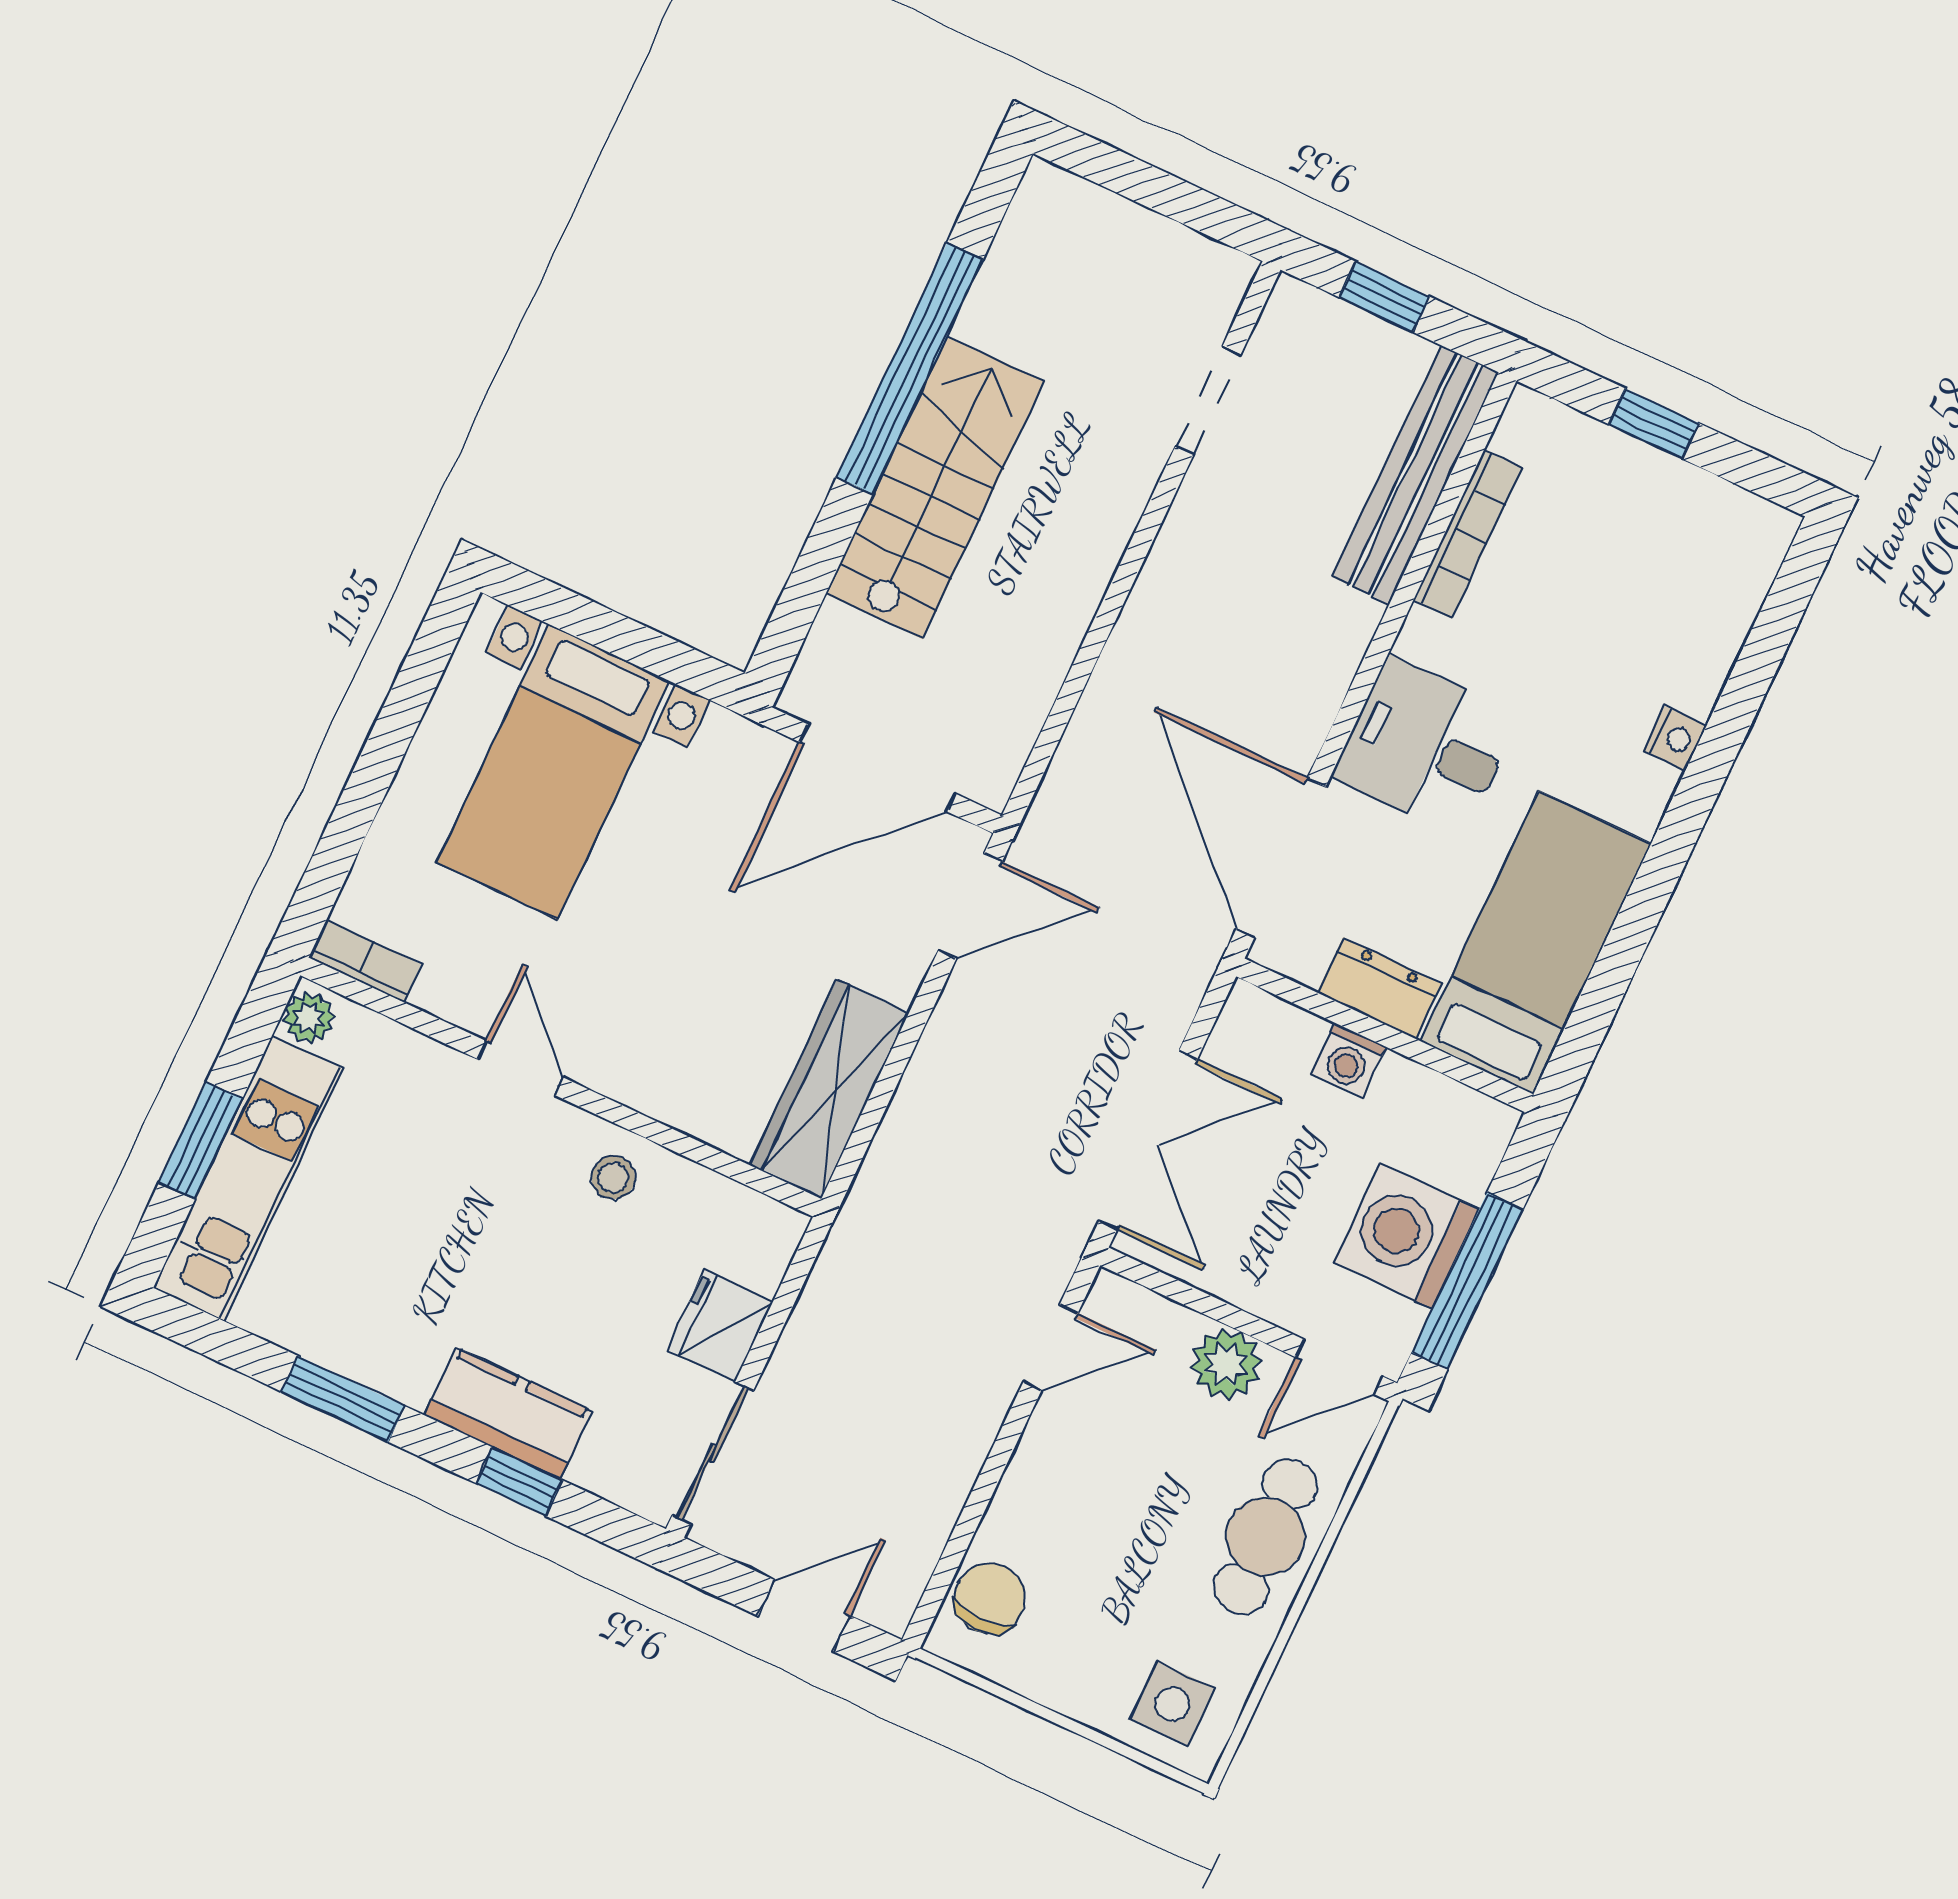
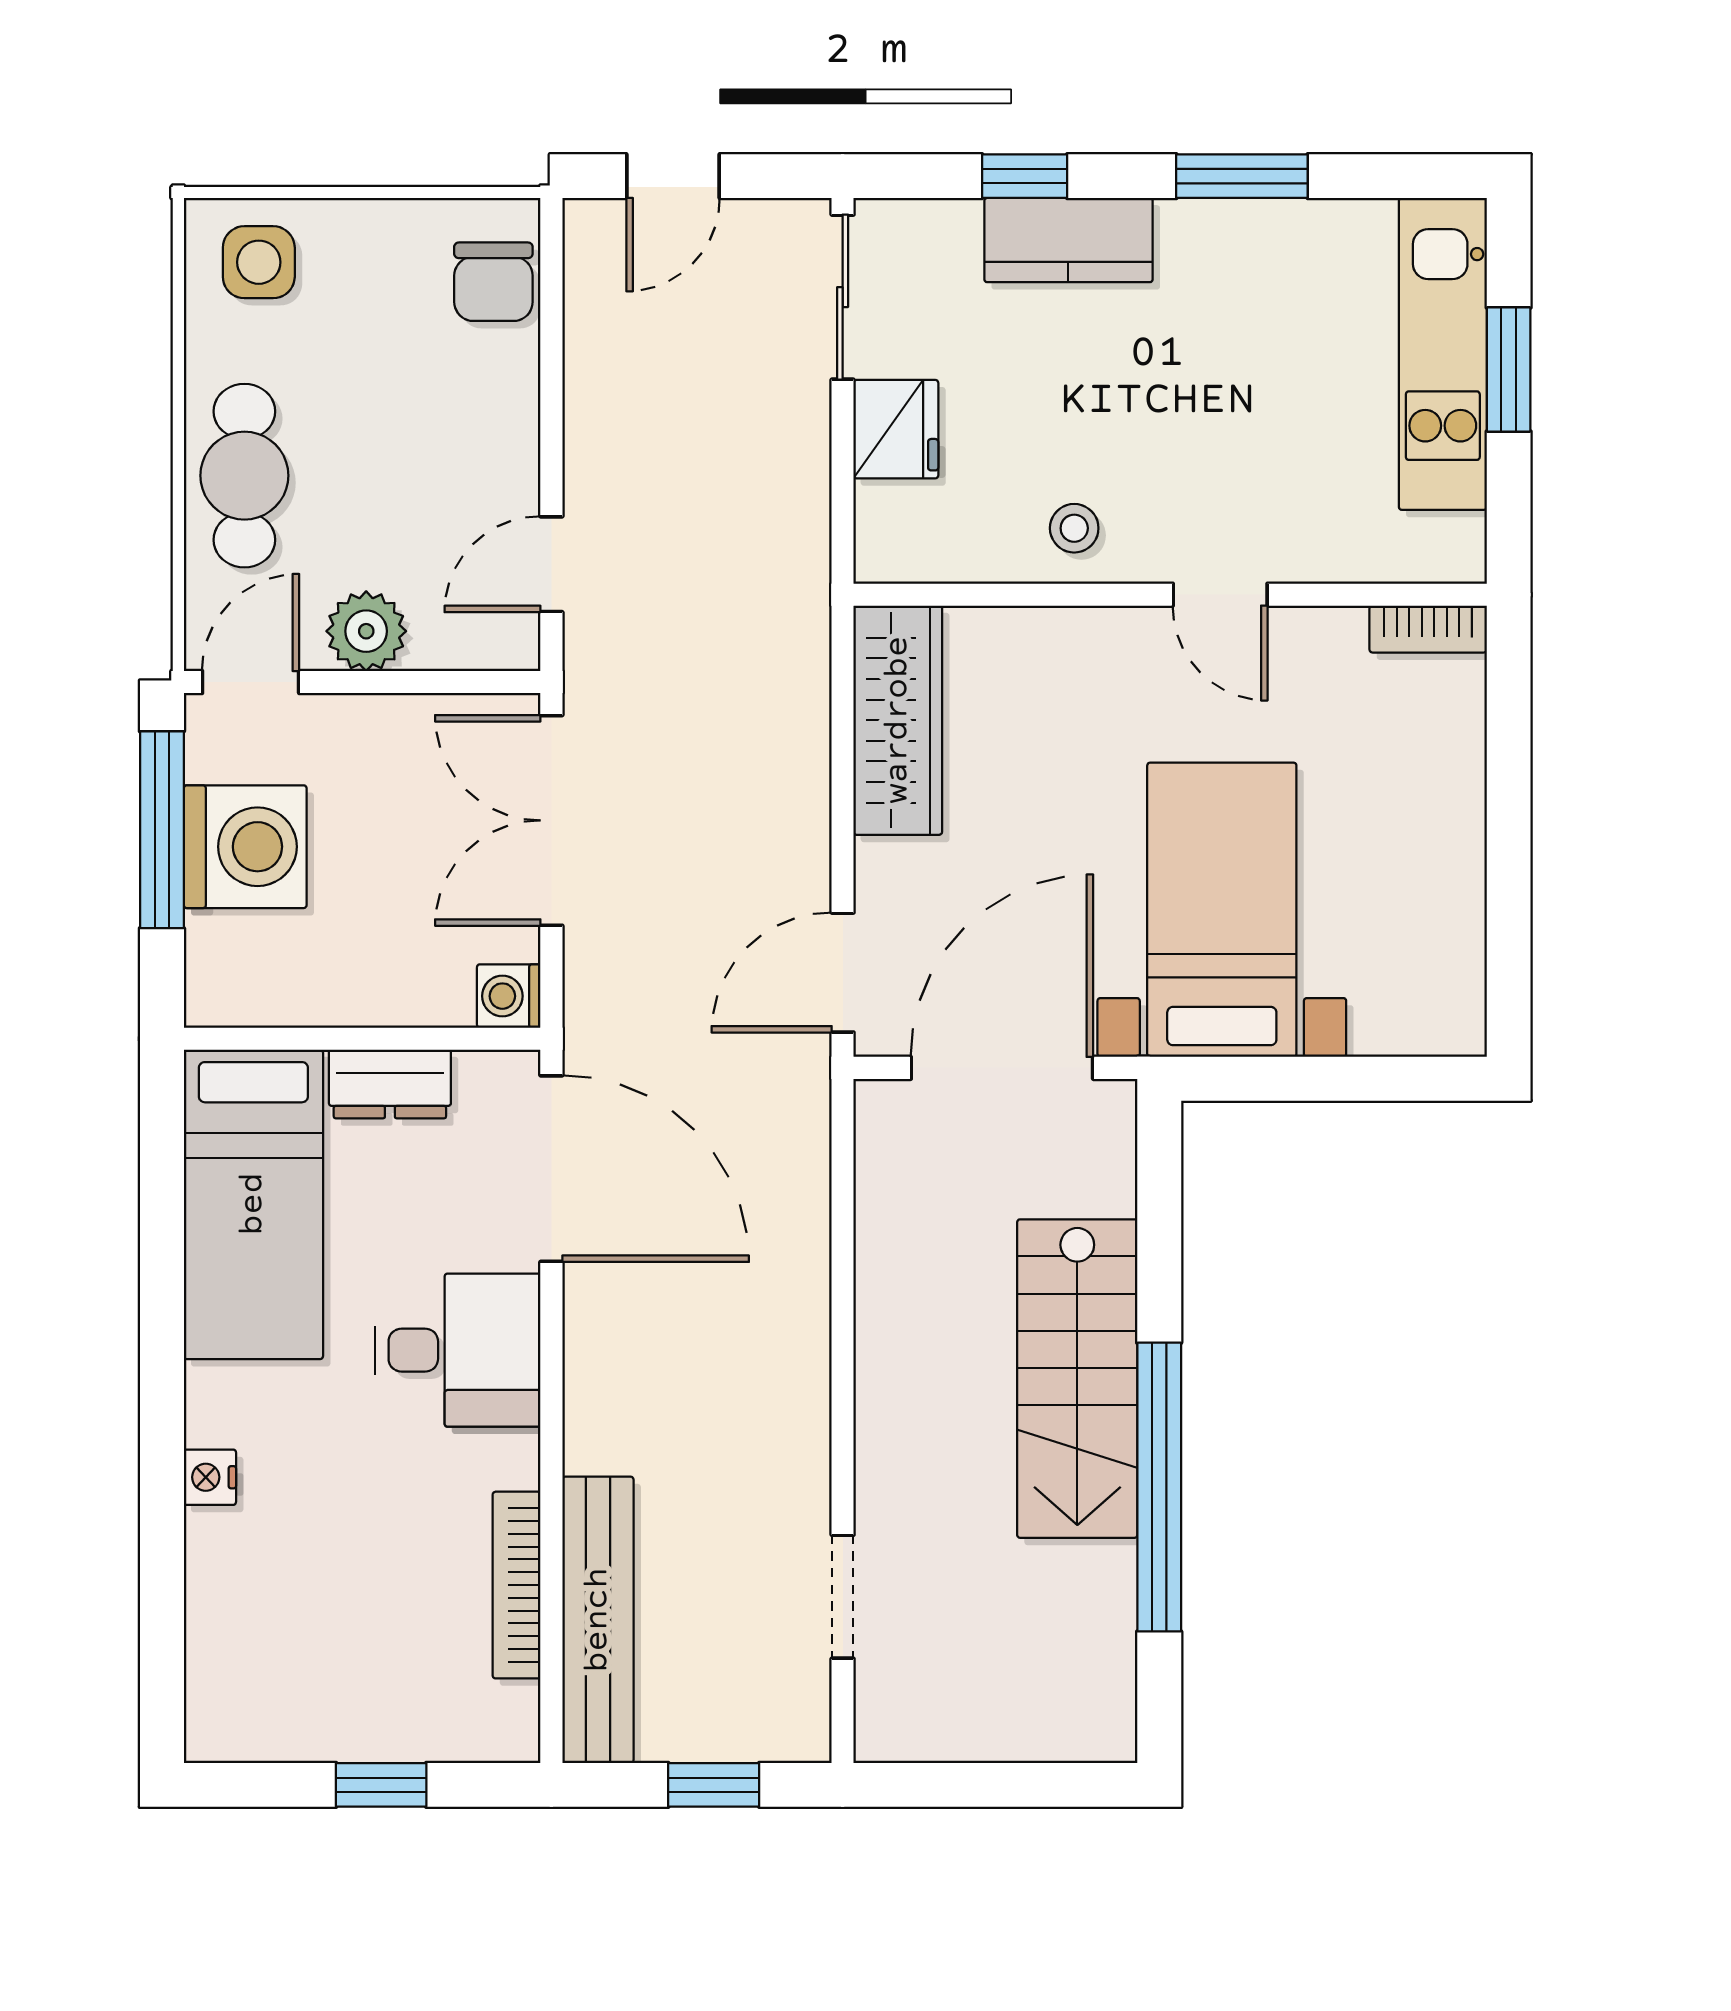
bed with nightstands: (553, 772) -> (1222, 910), moved
plant: (309, 1018) -> (1458, 545), removed
washing machine: (1348, 1061) -> (509, 996), moved, turned -90

